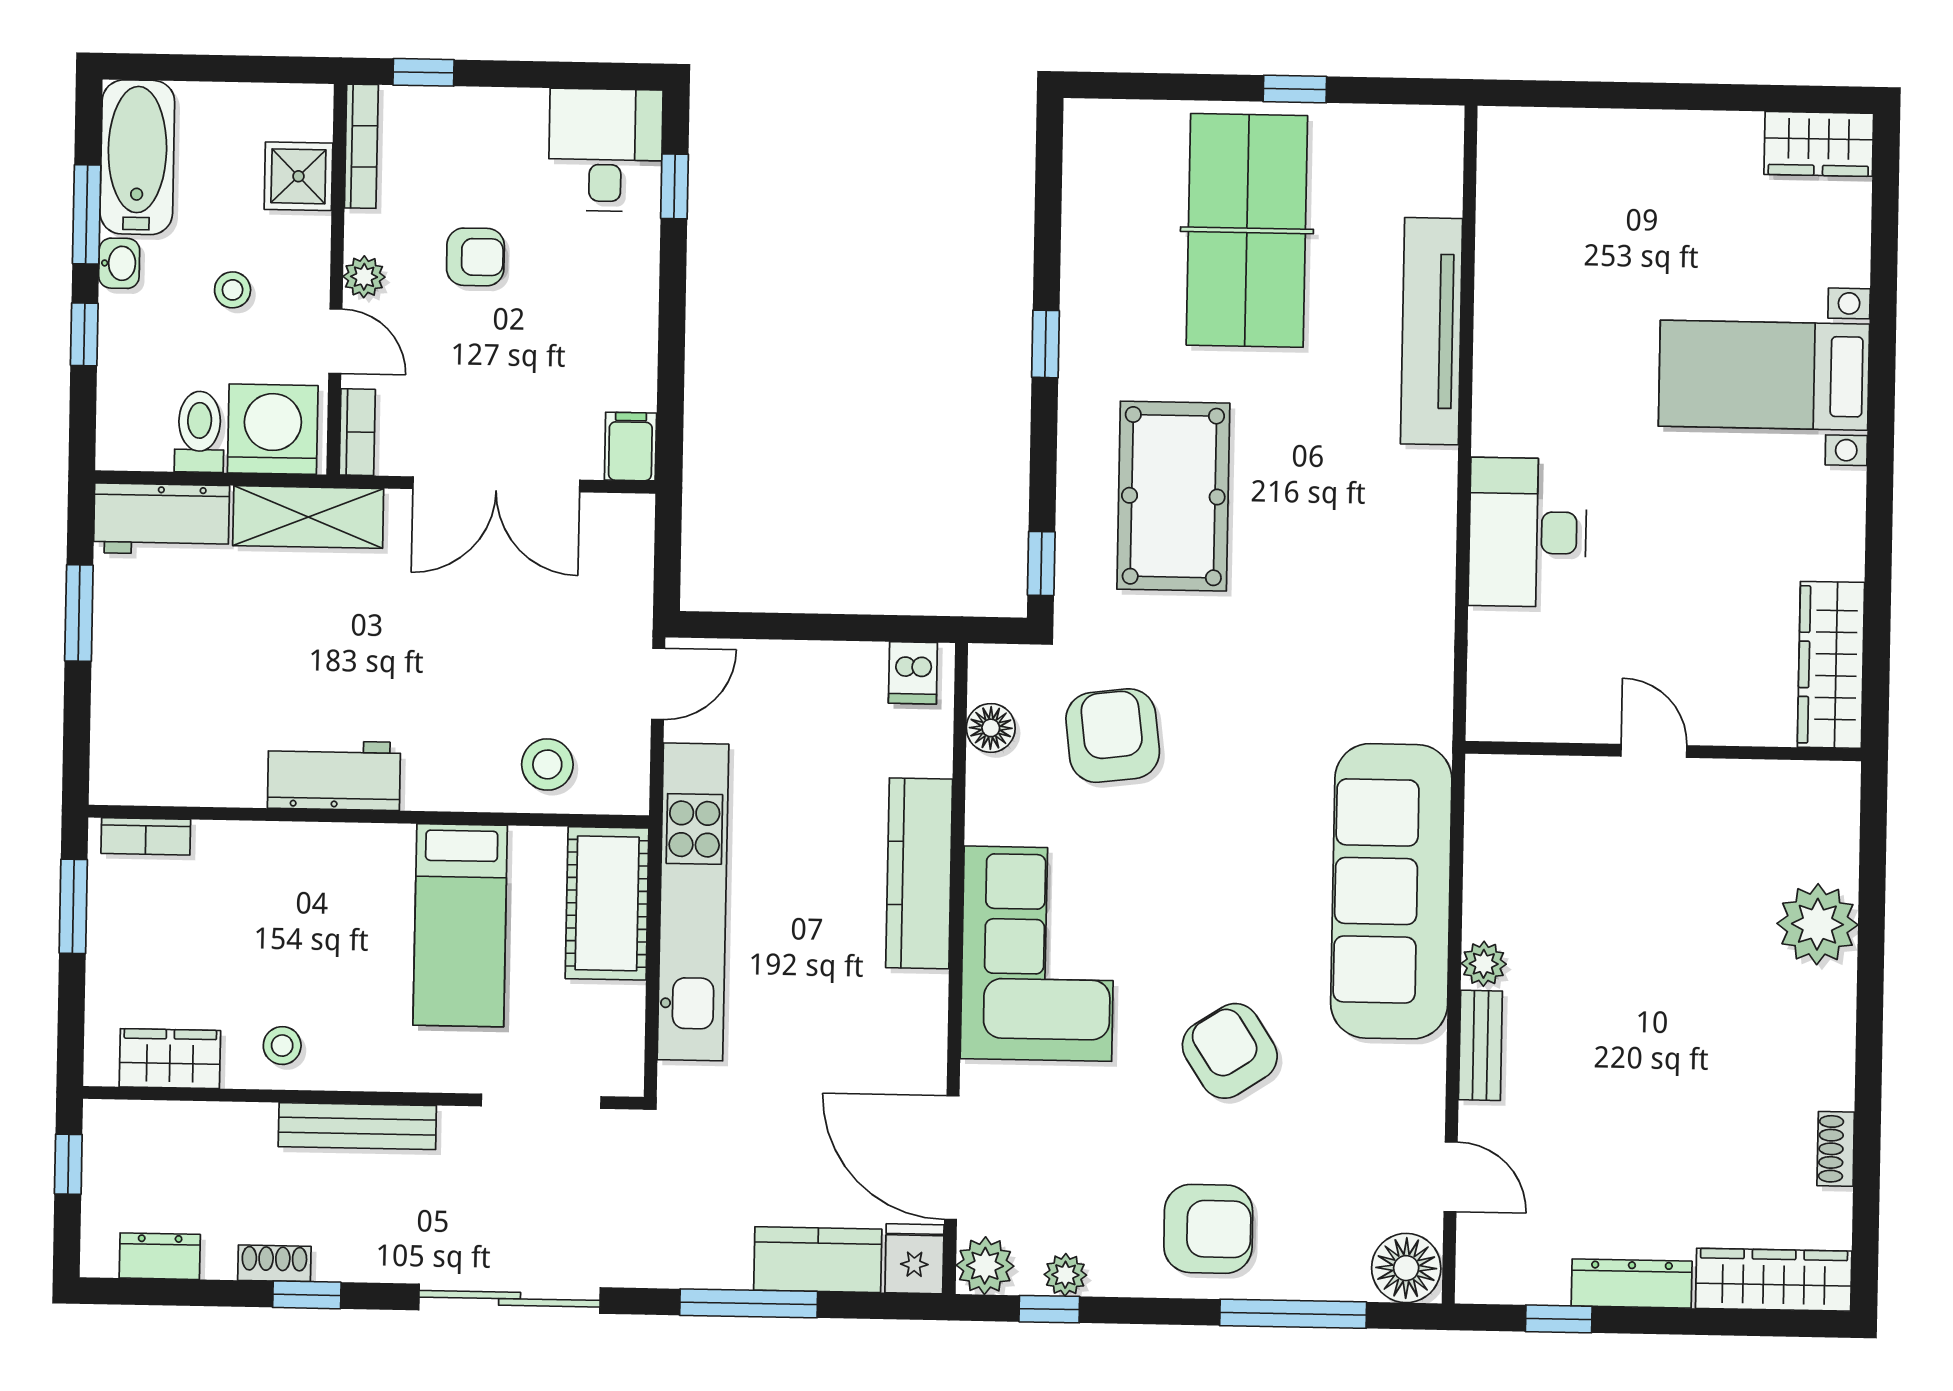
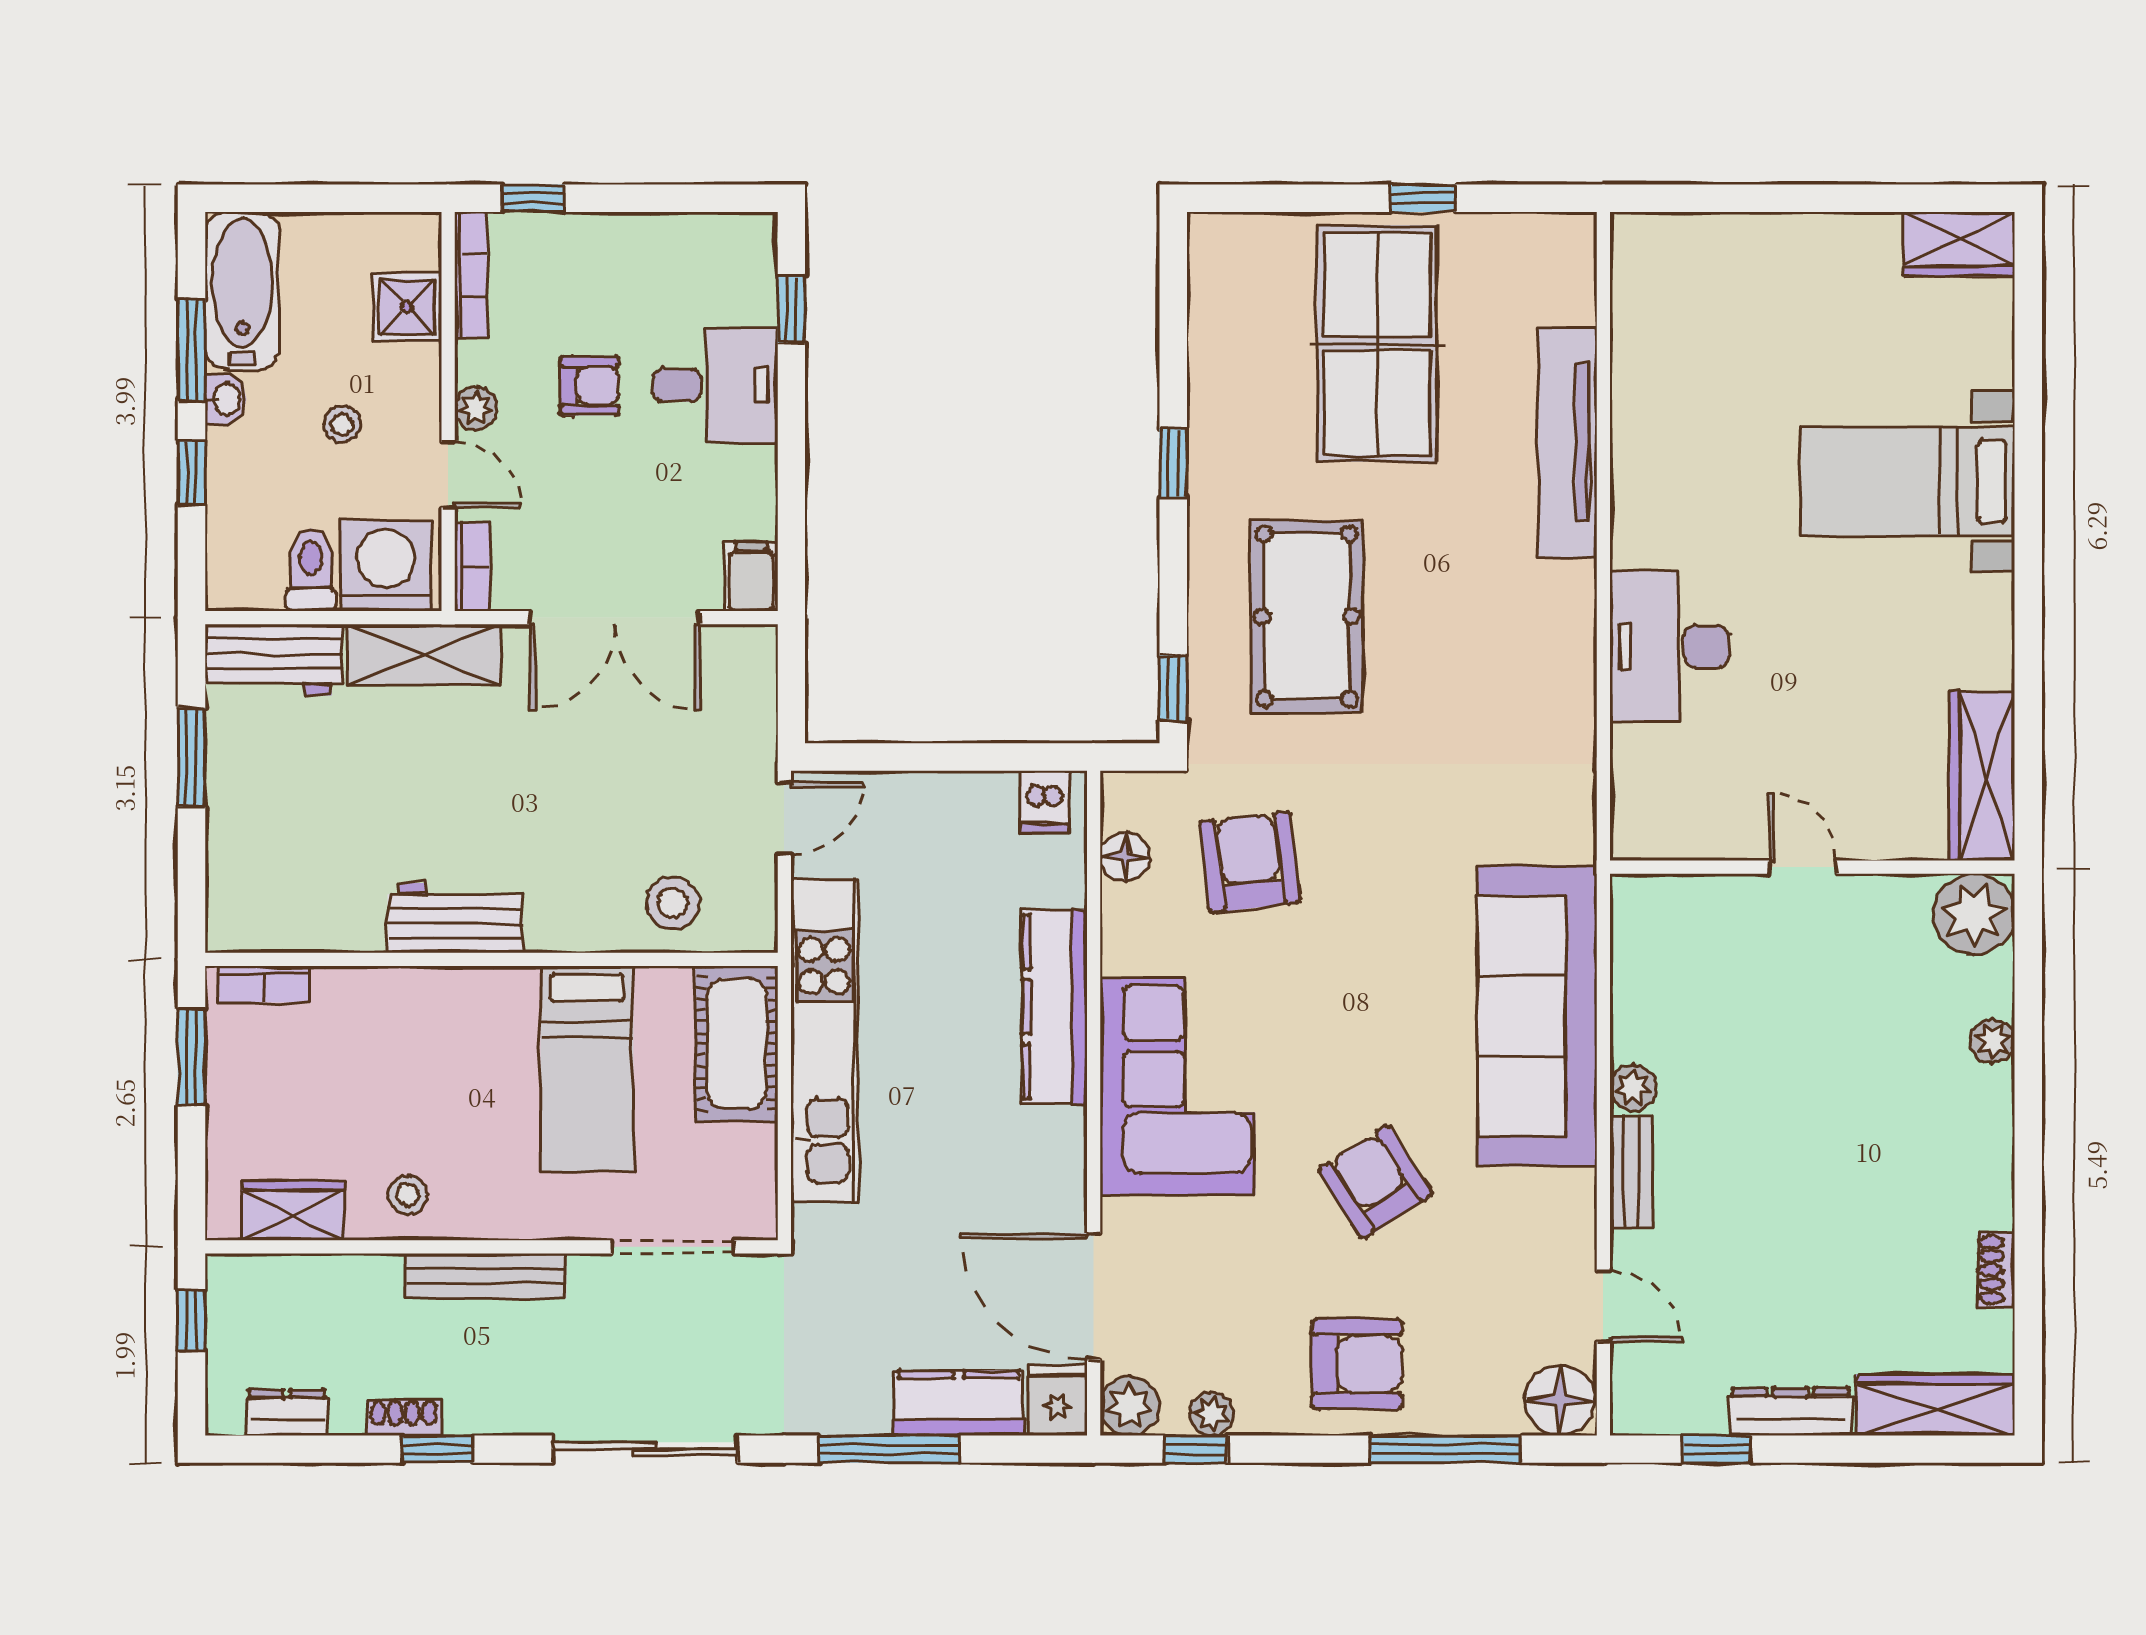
desk: (605, 150) -> (716, 385), moved, turned 90
plant: (1821, 800) -> (1974, 914), added
plant: (1817, 924) -> (1993, 1041), width x0.53, depth x0.53

